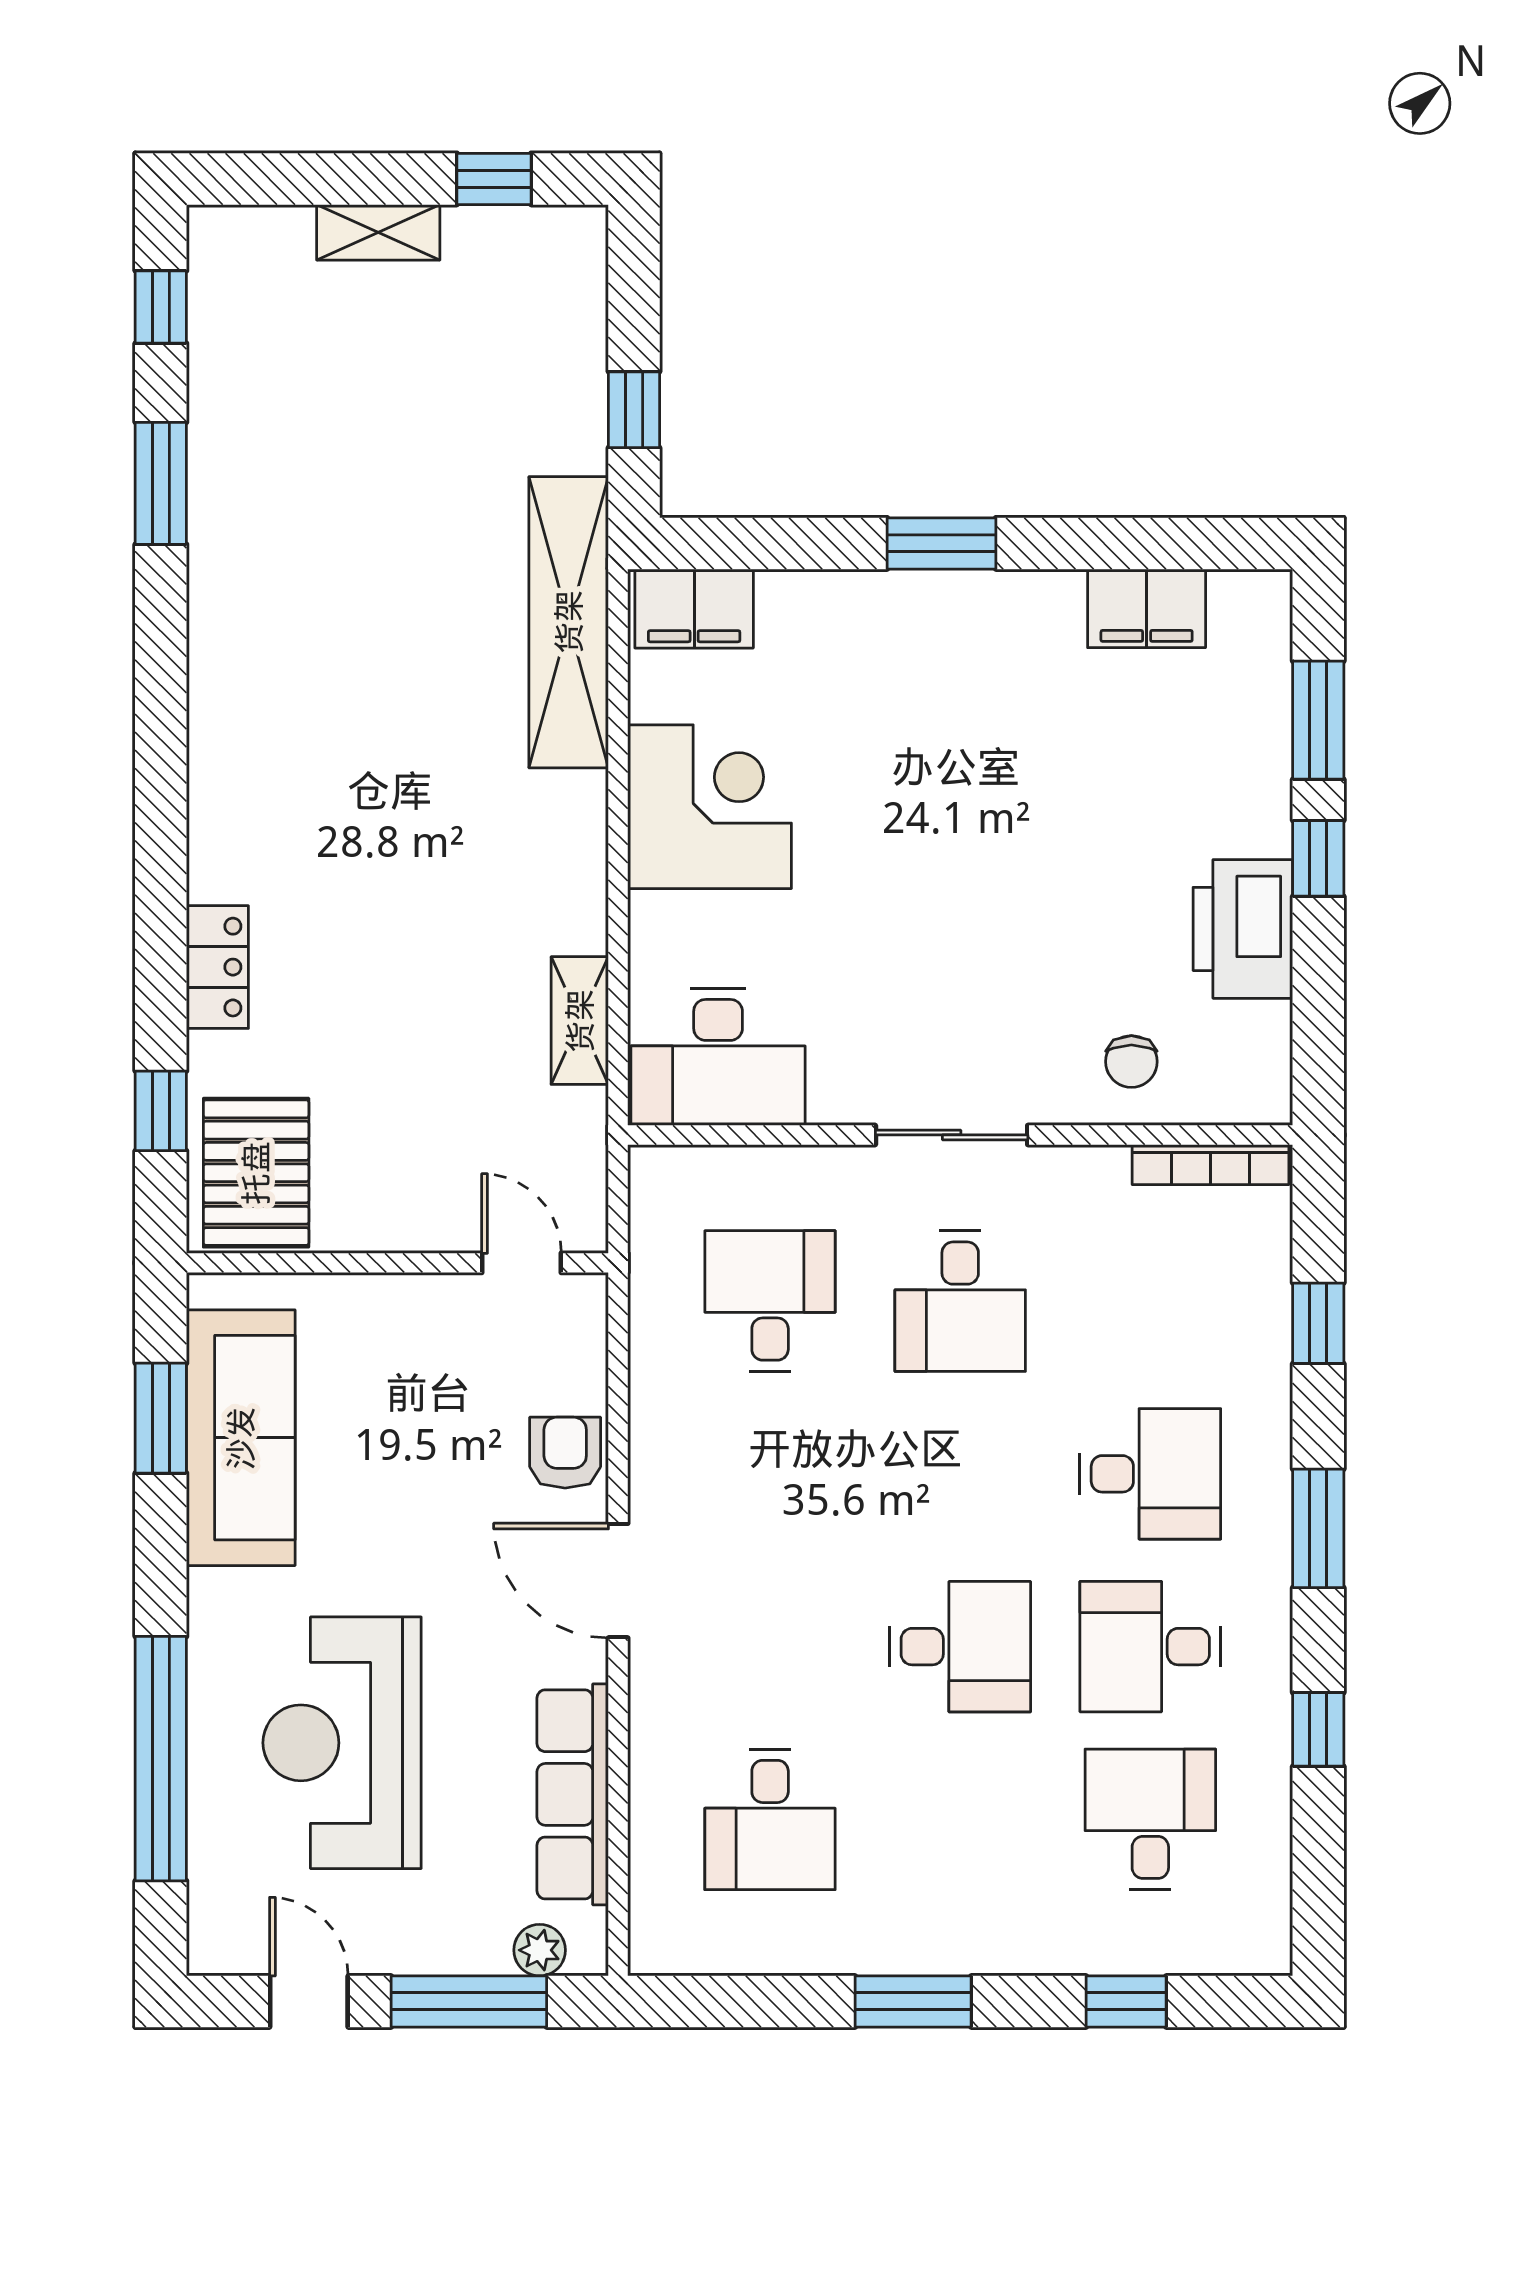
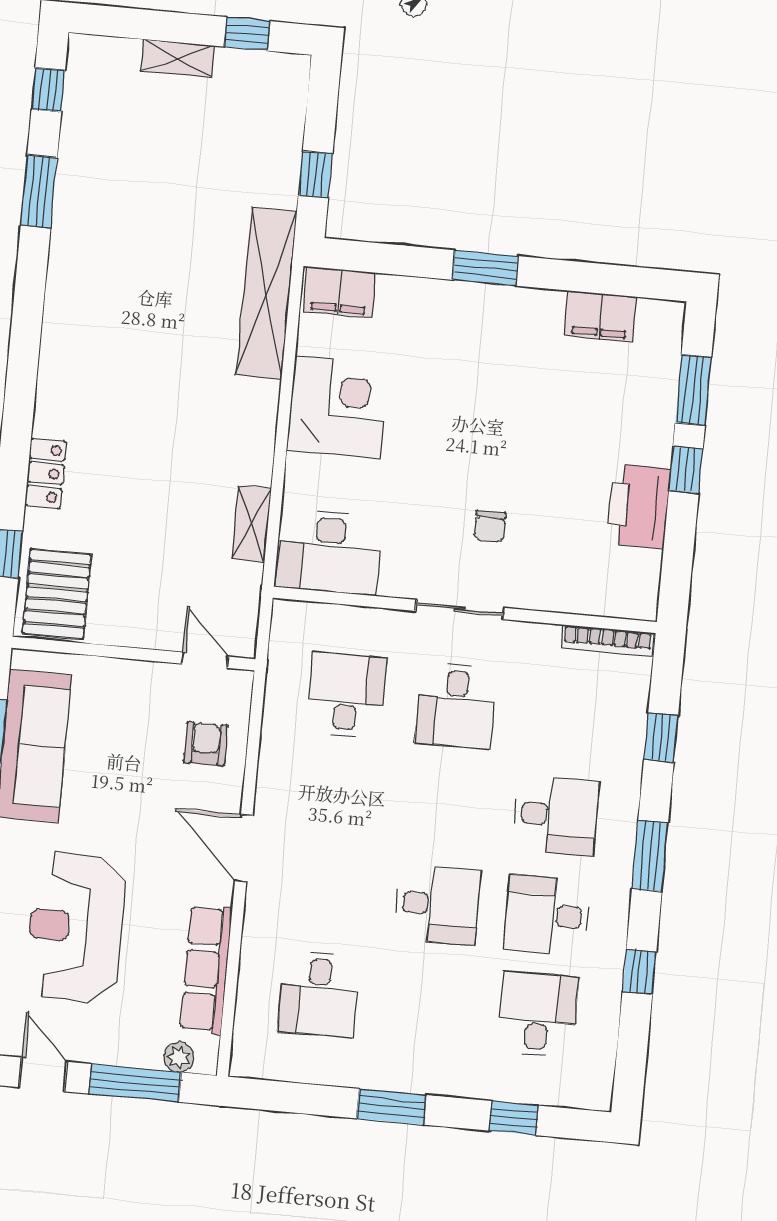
chair: (1131, 1062) -> (490, 526), moved
armchair: (565, 1453) -> (206, 744), moved

